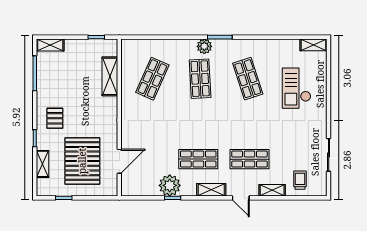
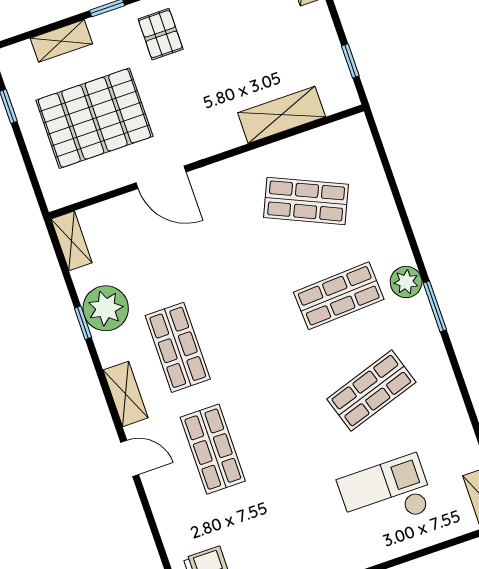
pallet: (55, 118) -> (161, 34), turned 90
door: (119, 161) -> (161, 177), moved
shelving: (272, 190) -> (72, 241), moved
door: (241, 198) -> (130, 458), swing flipped

